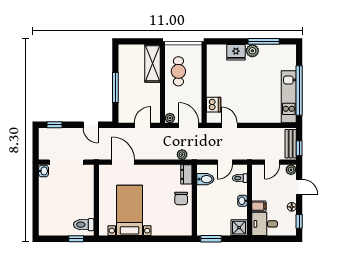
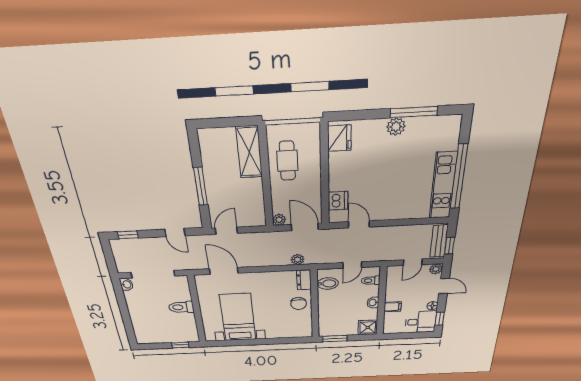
fridge: (236, 52) -> (339, 138), moved, turned -90
door: (143, 125) -> (226, 231), moved
desk: (265, 224) -> (421, 322), moved, turned 180
toilet: (84, 225) -> (181, 307), moved

